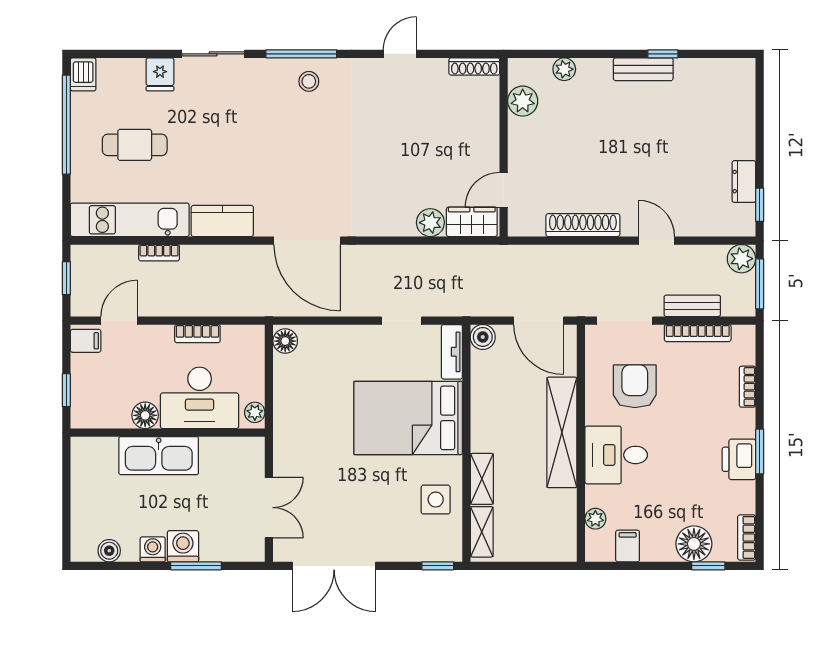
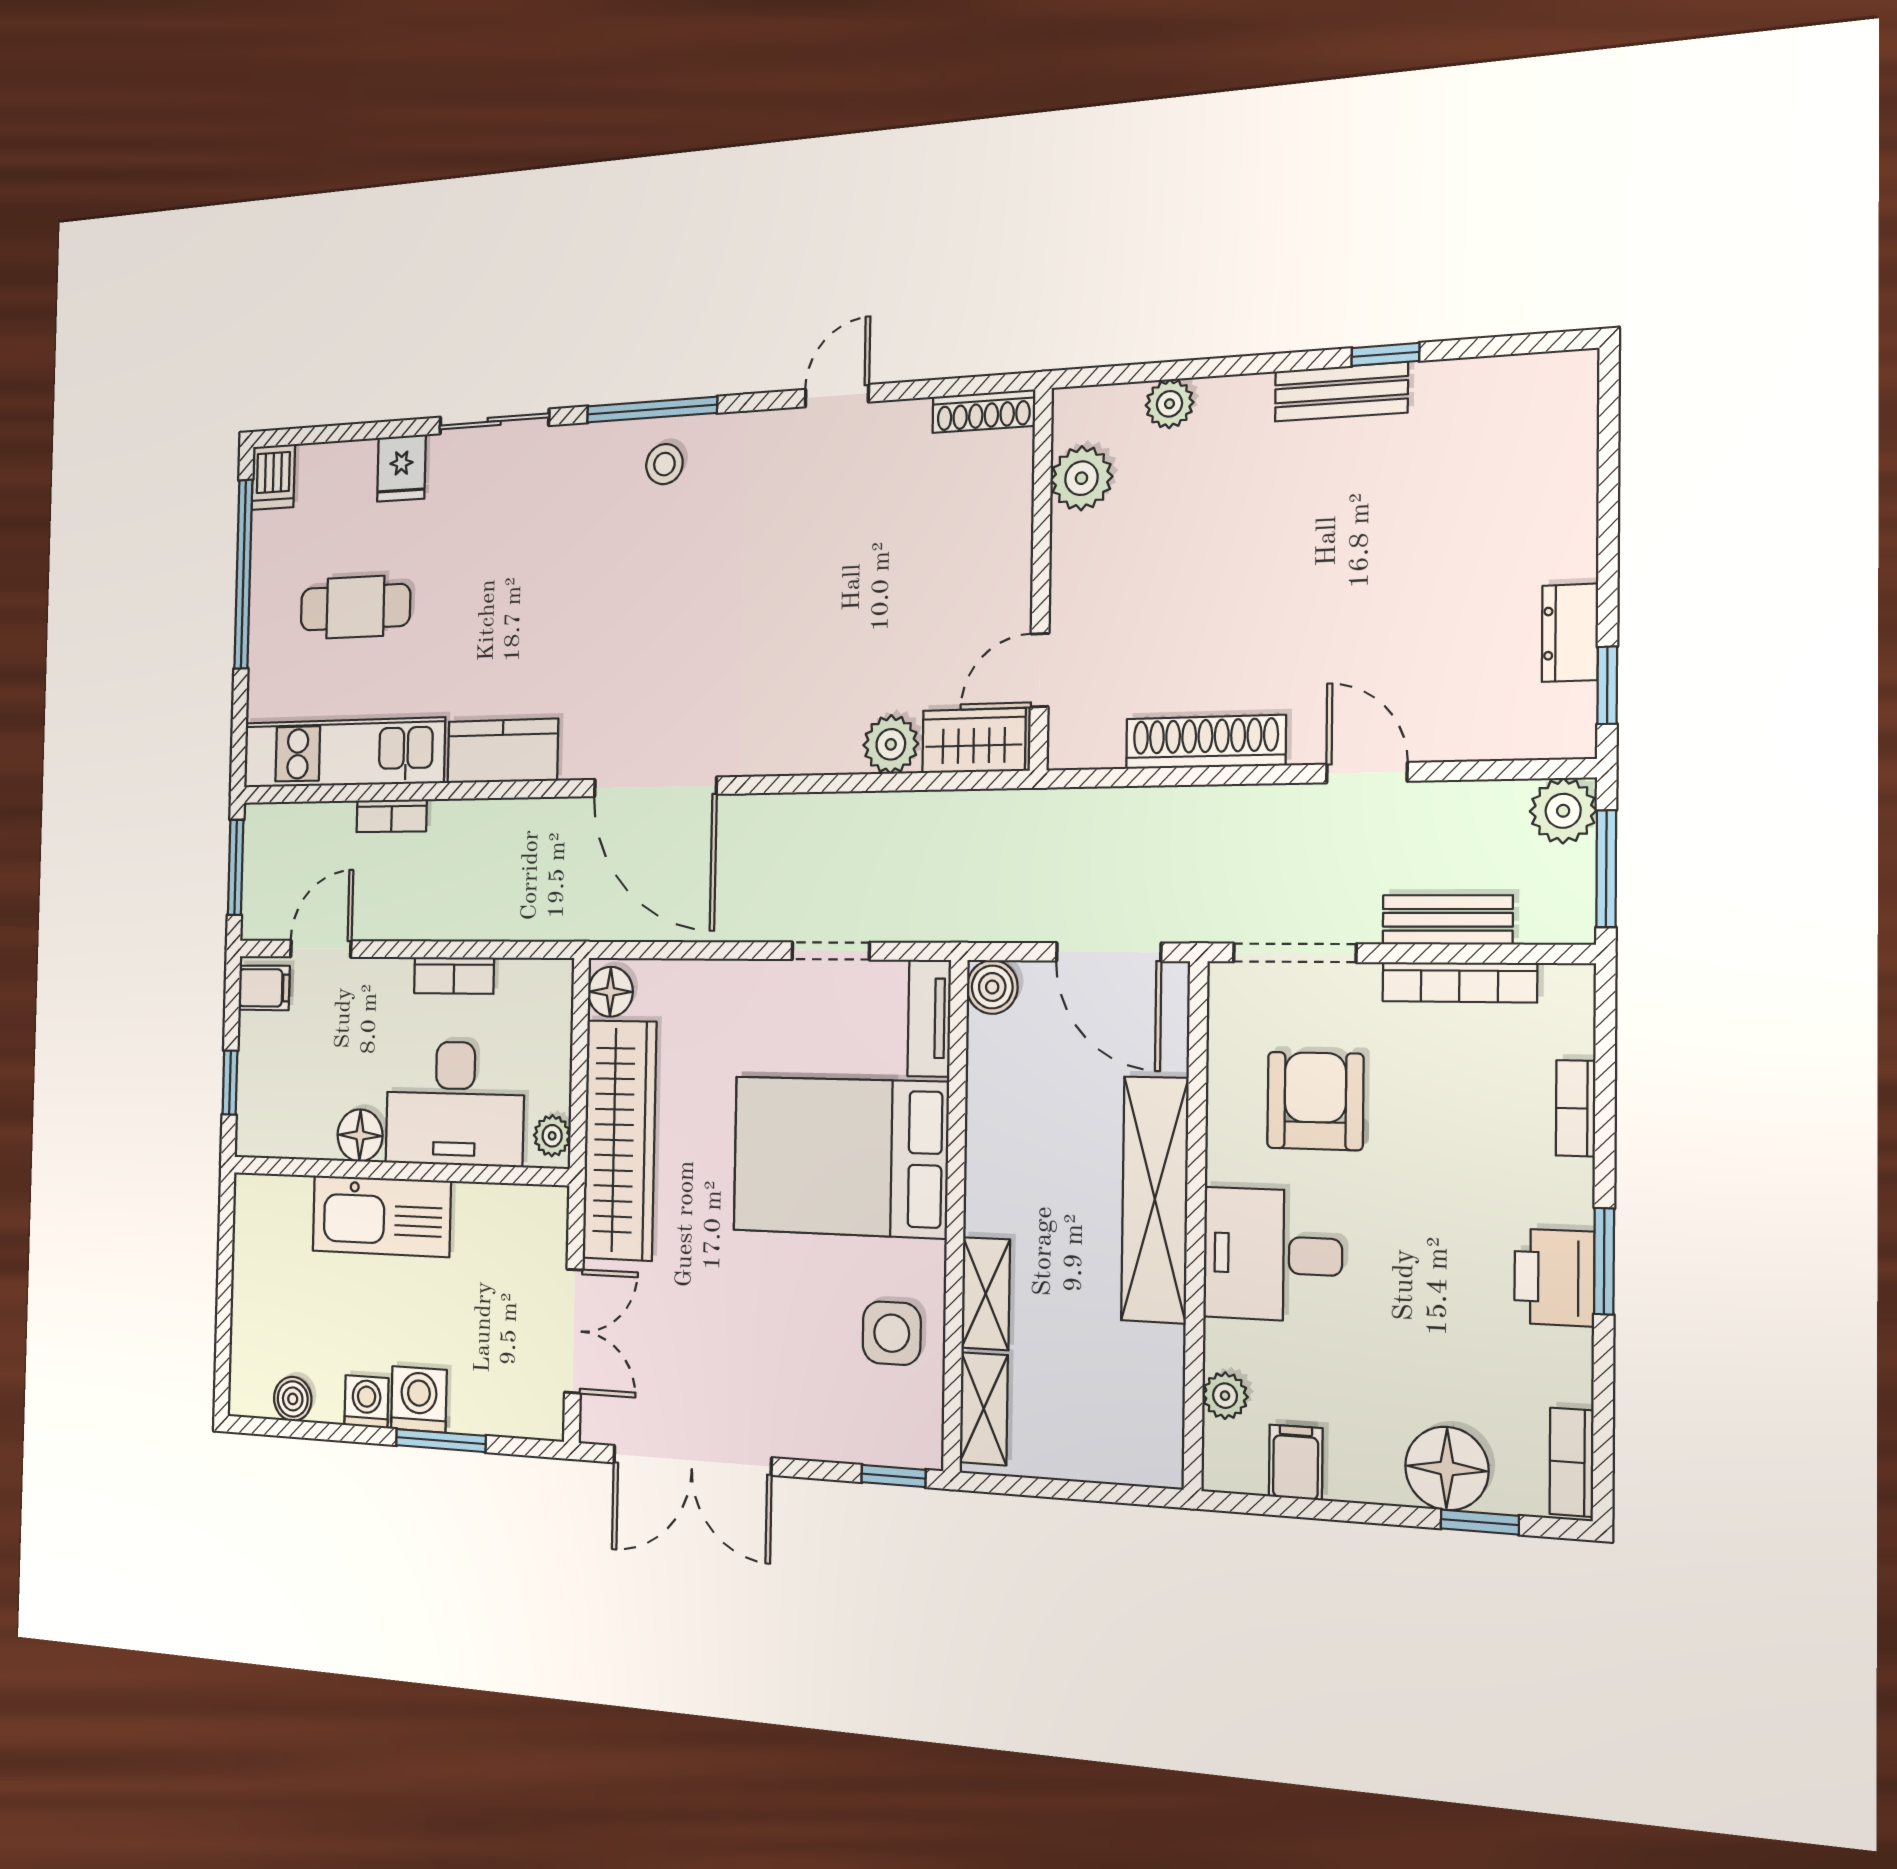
window: (66, 278) -> (236, 867), width x1.50
wardrobe: (292, 413) -> (619, 1140), added

